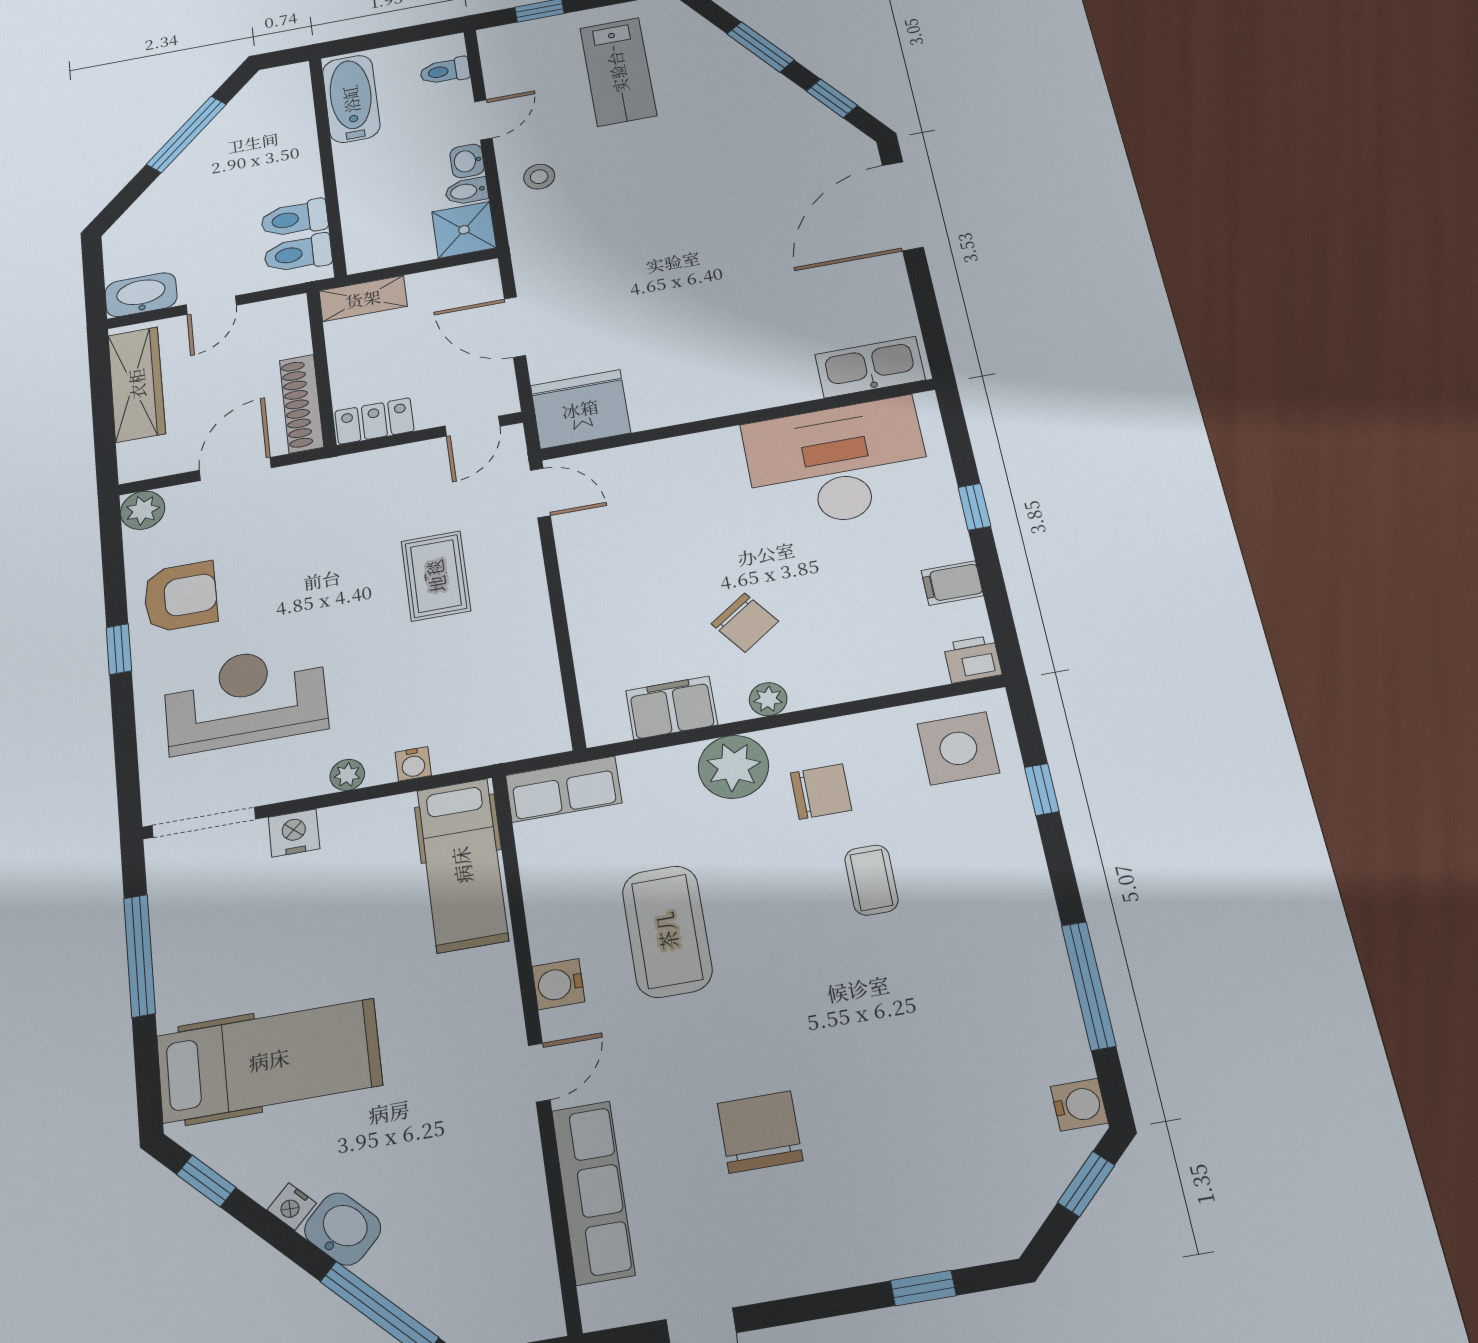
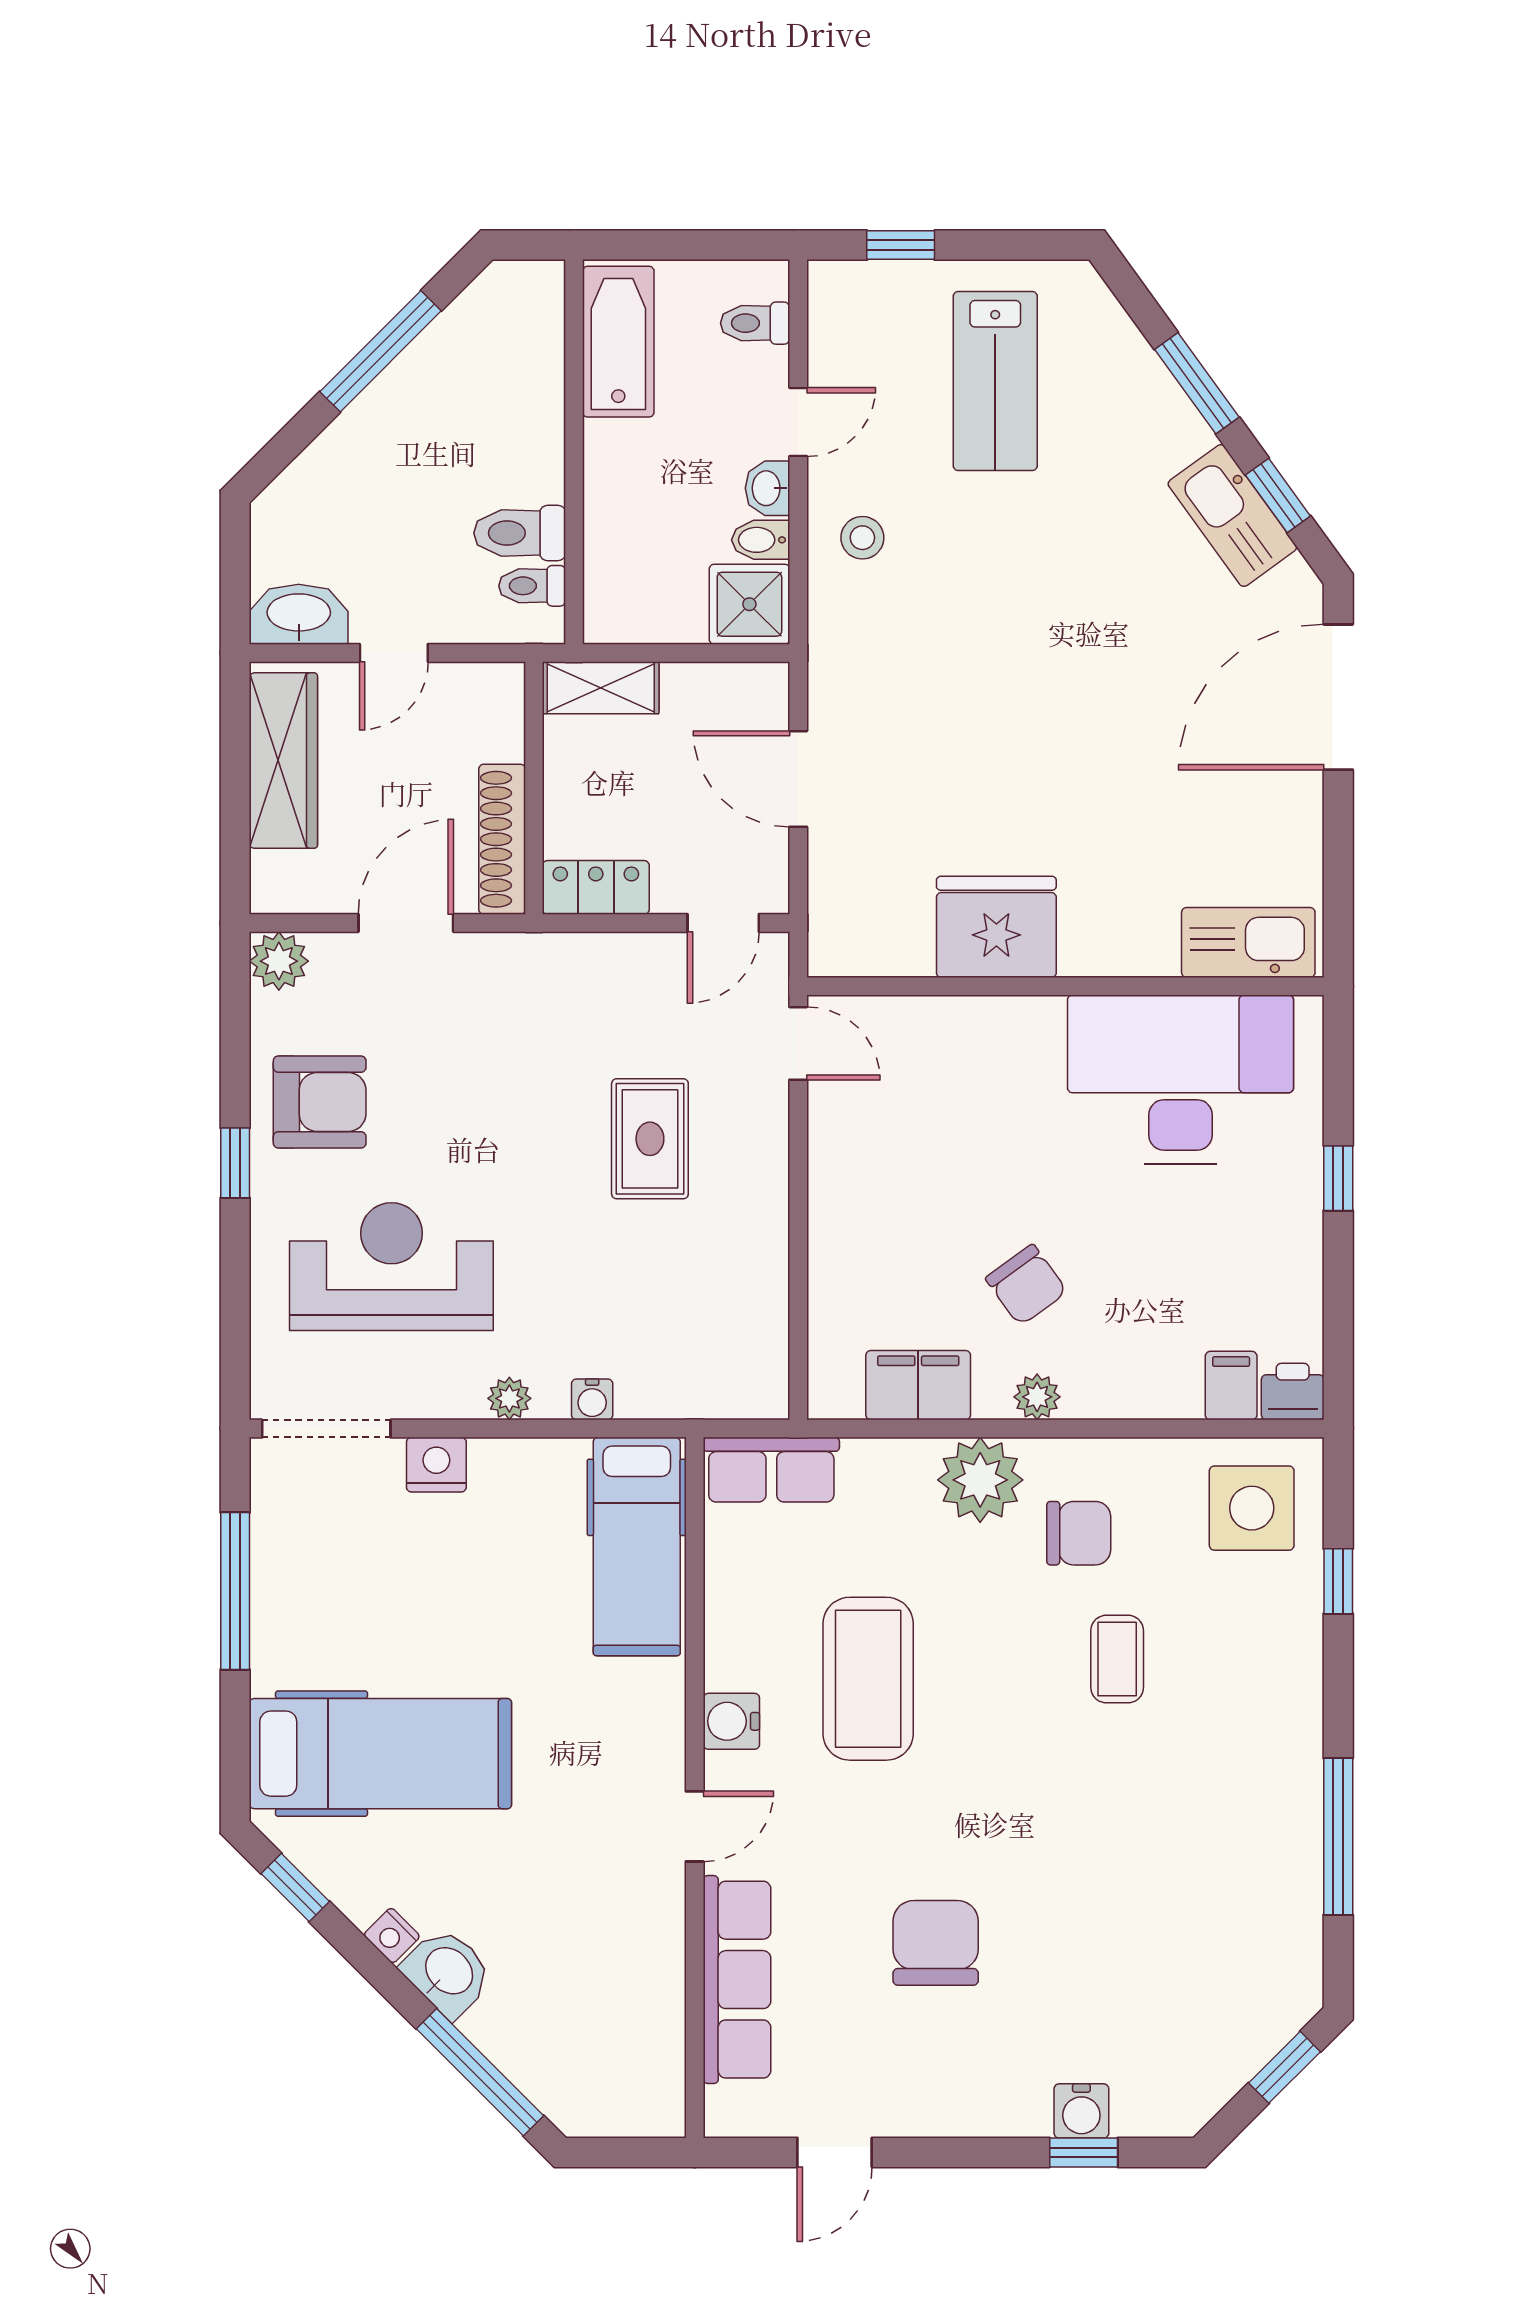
kitchen sink: (802, 116) -> (1232, 516), added
toilet: (298, 254) -> (532, 586), width x0.73, depth x0.72
fridge: (580, 409) -> (996, 927), moved
filing cabinet: (952, 583) -> (1231, 1386), moved, turned 90
water cooler: (1079, 1105) -> (1081, 2111), moved, turned 90

